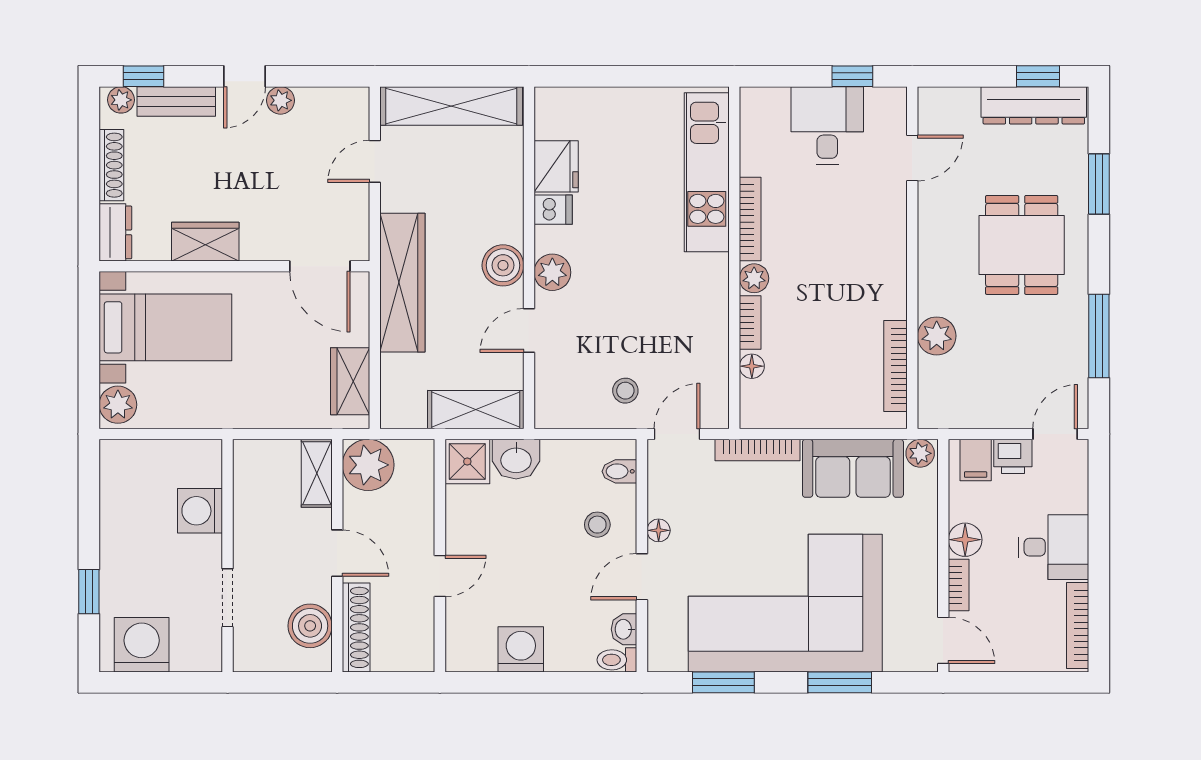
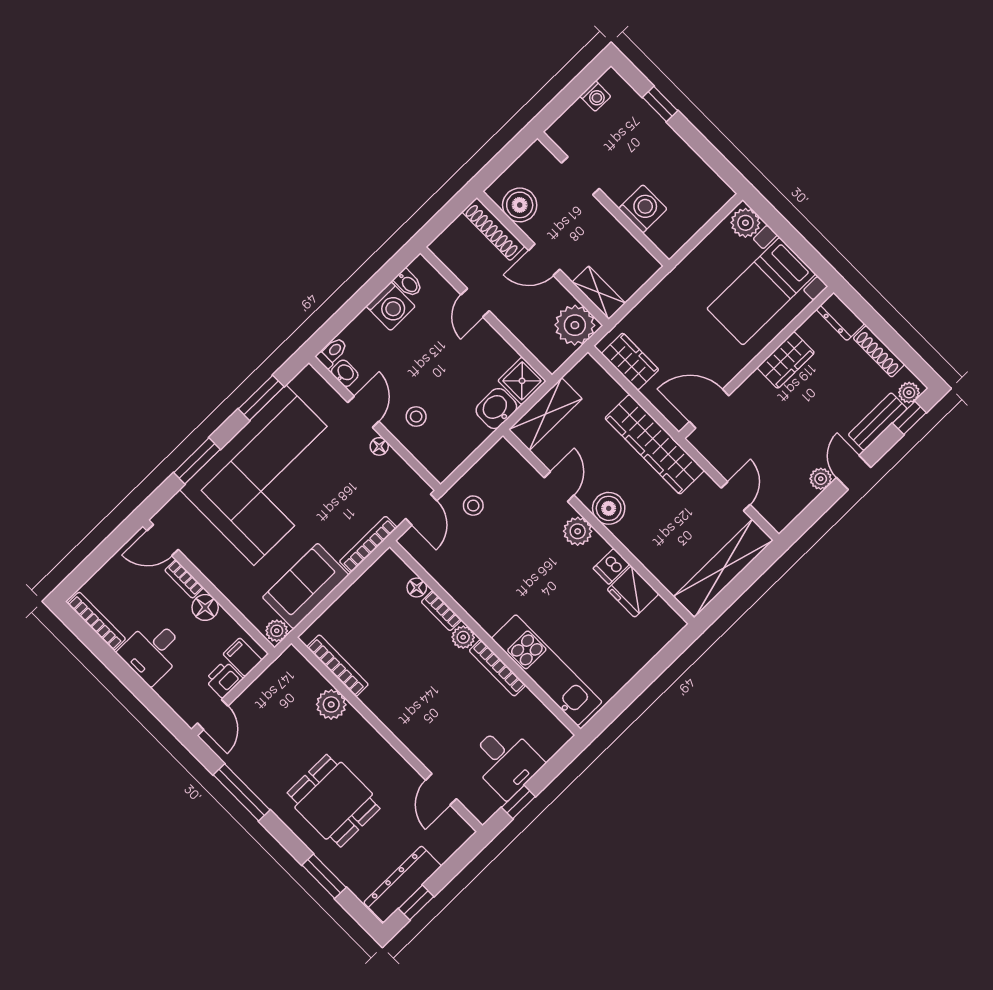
bidet: (619, 471) -> (408, 283), moved, turned 90
washing machine: (142, 645) -> (595, 96), width x0.53, depth x0.53

